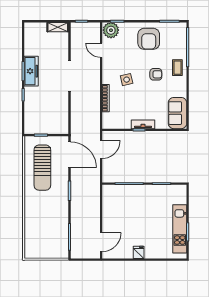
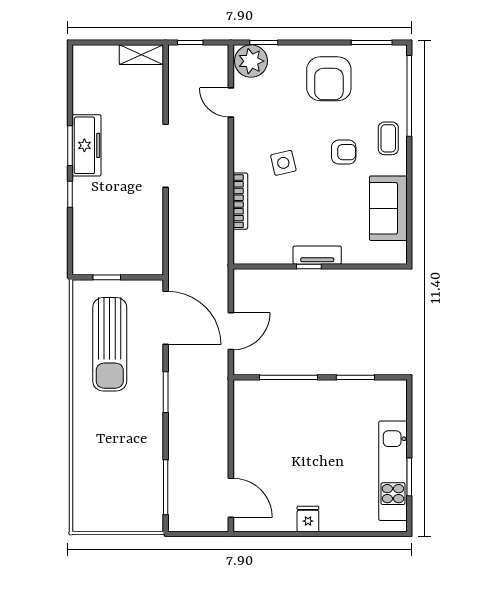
sofa: (177, 113) -> (388, 208), moved
door: (101, 149) -> (231, 331), moved
door: (101, 242) -> (231, 498), hinge flipped

